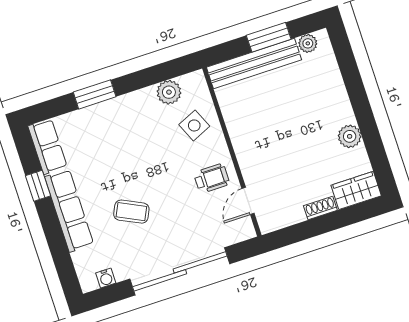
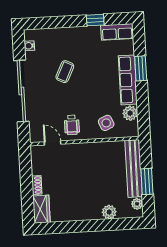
plant: (350, 136) -> (109, 212), moved
row of seats: (69, 211) -> (128, 80), moved, turned 90

